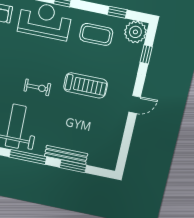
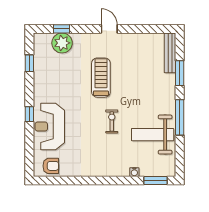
plant: (135, 32) -> (62, 43), moved
coffee table: (96, 34) -> (53, 78), removed
bench: (66, 155) -> (170, 53), moved

